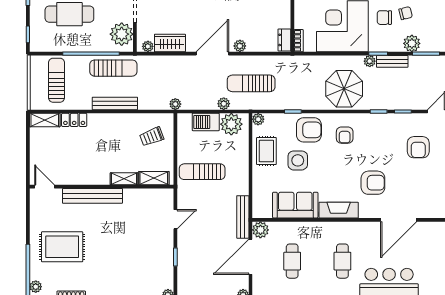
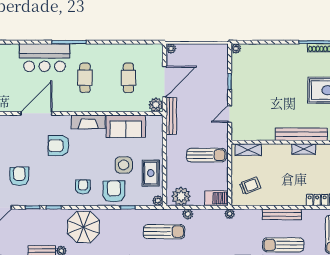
barbecue: (206, 122) -> (216, 198), moved
armchair: (309, 130) -> (114, 191), turned 90
shelving: (124, 179) -> (304, 149), moved

